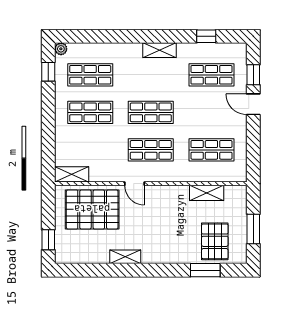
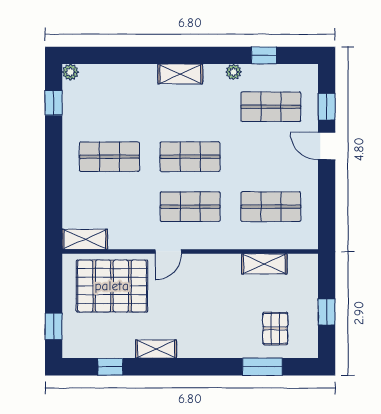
plant: (183, 49) -> (234, 72), added
shelving: (160, 50) -> (180, 74), moved
shop shelf: (90, 75) -> (109, 107), removed
door: (134, 184) -> (168, 252), hinge flipped
window: (253, 229) -> (327, 312), width x0.67
pallet: (215, 241) -> (275, 328), width x0.67, depth x0.71
window: (91, 270) -> (110, 367), added

